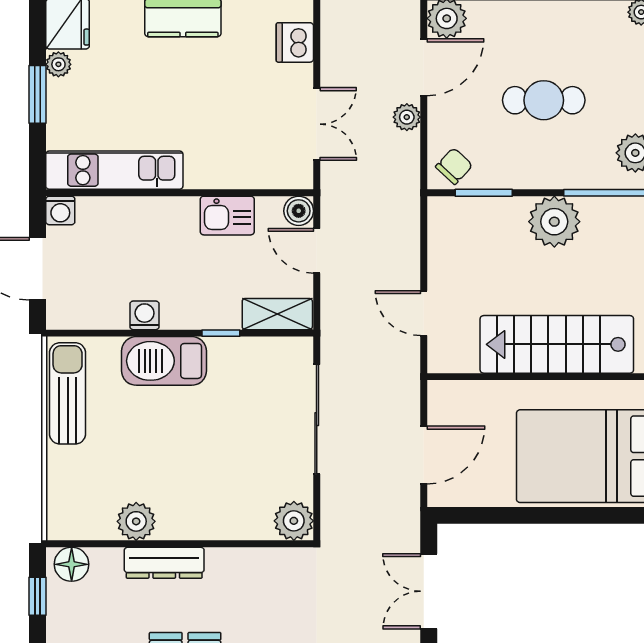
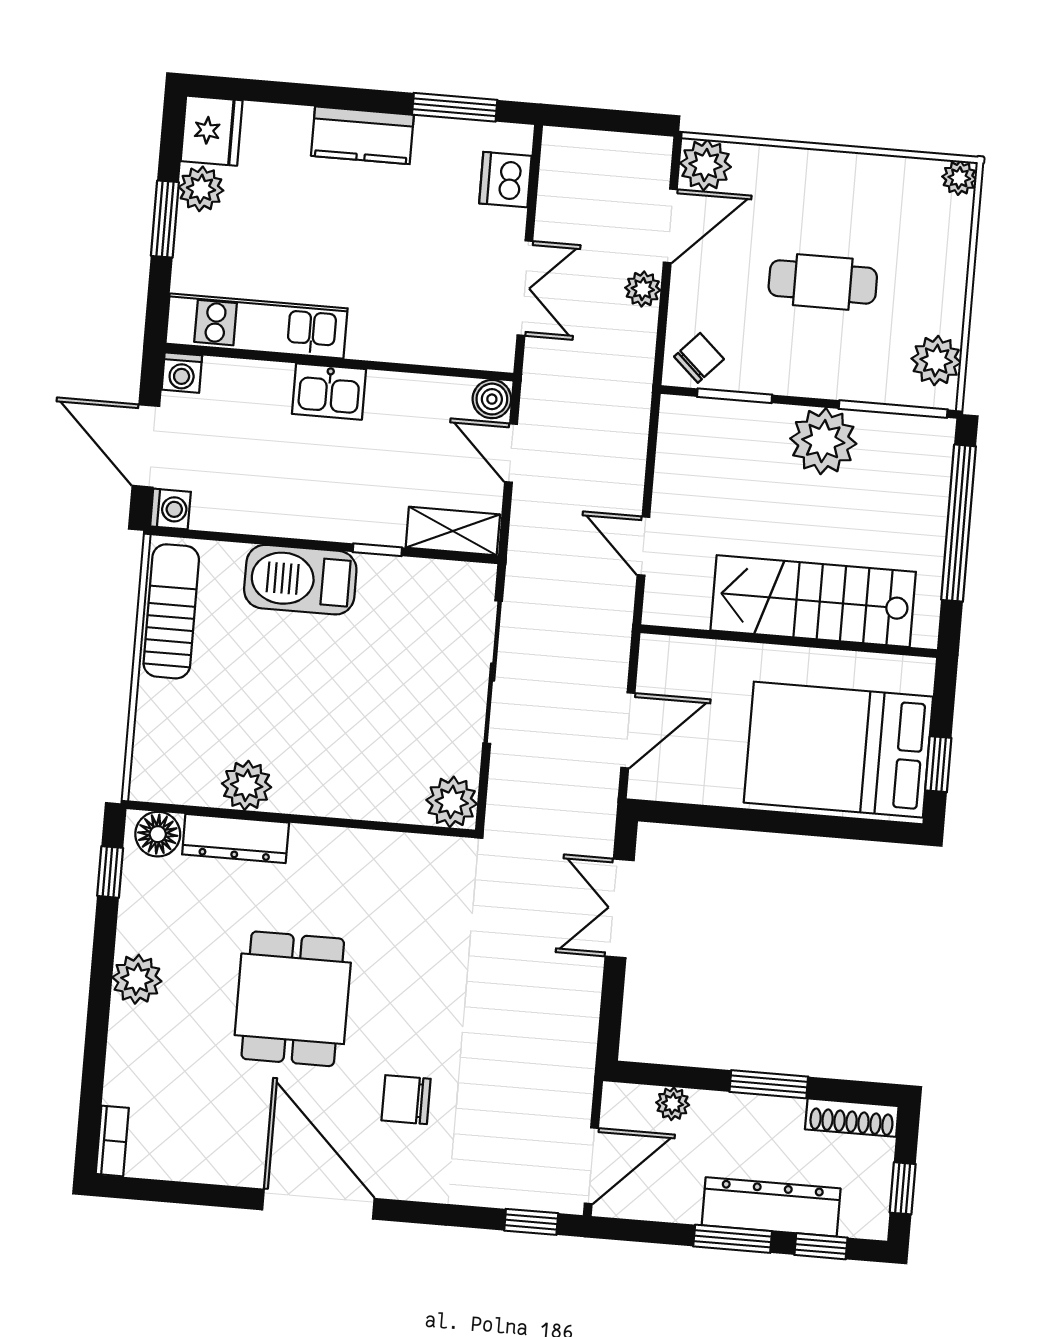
plant: (58, 64) -> (201, 189), width x1.38, depth x1.38
kitchen sink: (227, 216) -> (329, 392), moved
washing machine: (145, 315) -> (170, 509), moved, turned 90
dresser: (164, 563) -> (236, 839), moved

